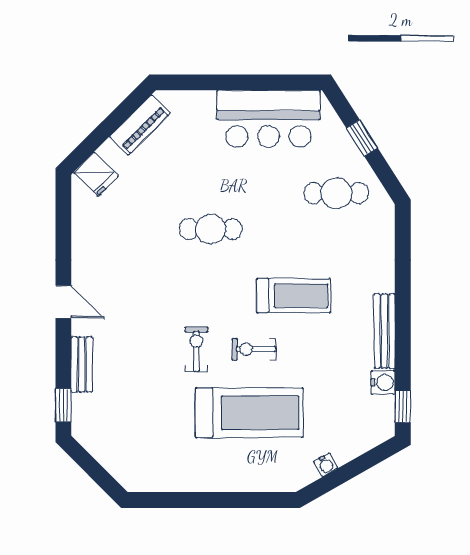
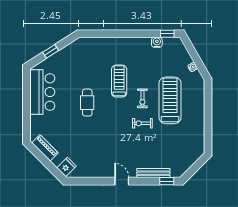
cafe table: (336, 193) -> (75, 63), removed
cafe table: (211, 229) -> (87, 103), moved
door: (63, 302) -> (122, 181), hinge flipped
bench: (384, 331) -> (135, 42), removed
bench: (82, 364) -> (153, 173), width x1.36

